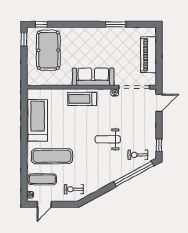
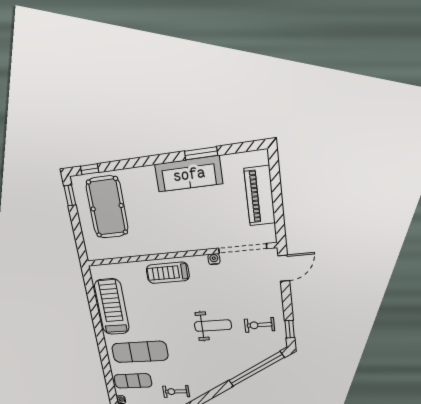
sofa: (93, 77) -> (189, 174), moved, turned 180
weight bench: (108, 139) -> (213, 326), turned 180
exercise bike: (138, 155) -> (259, 325), moved

